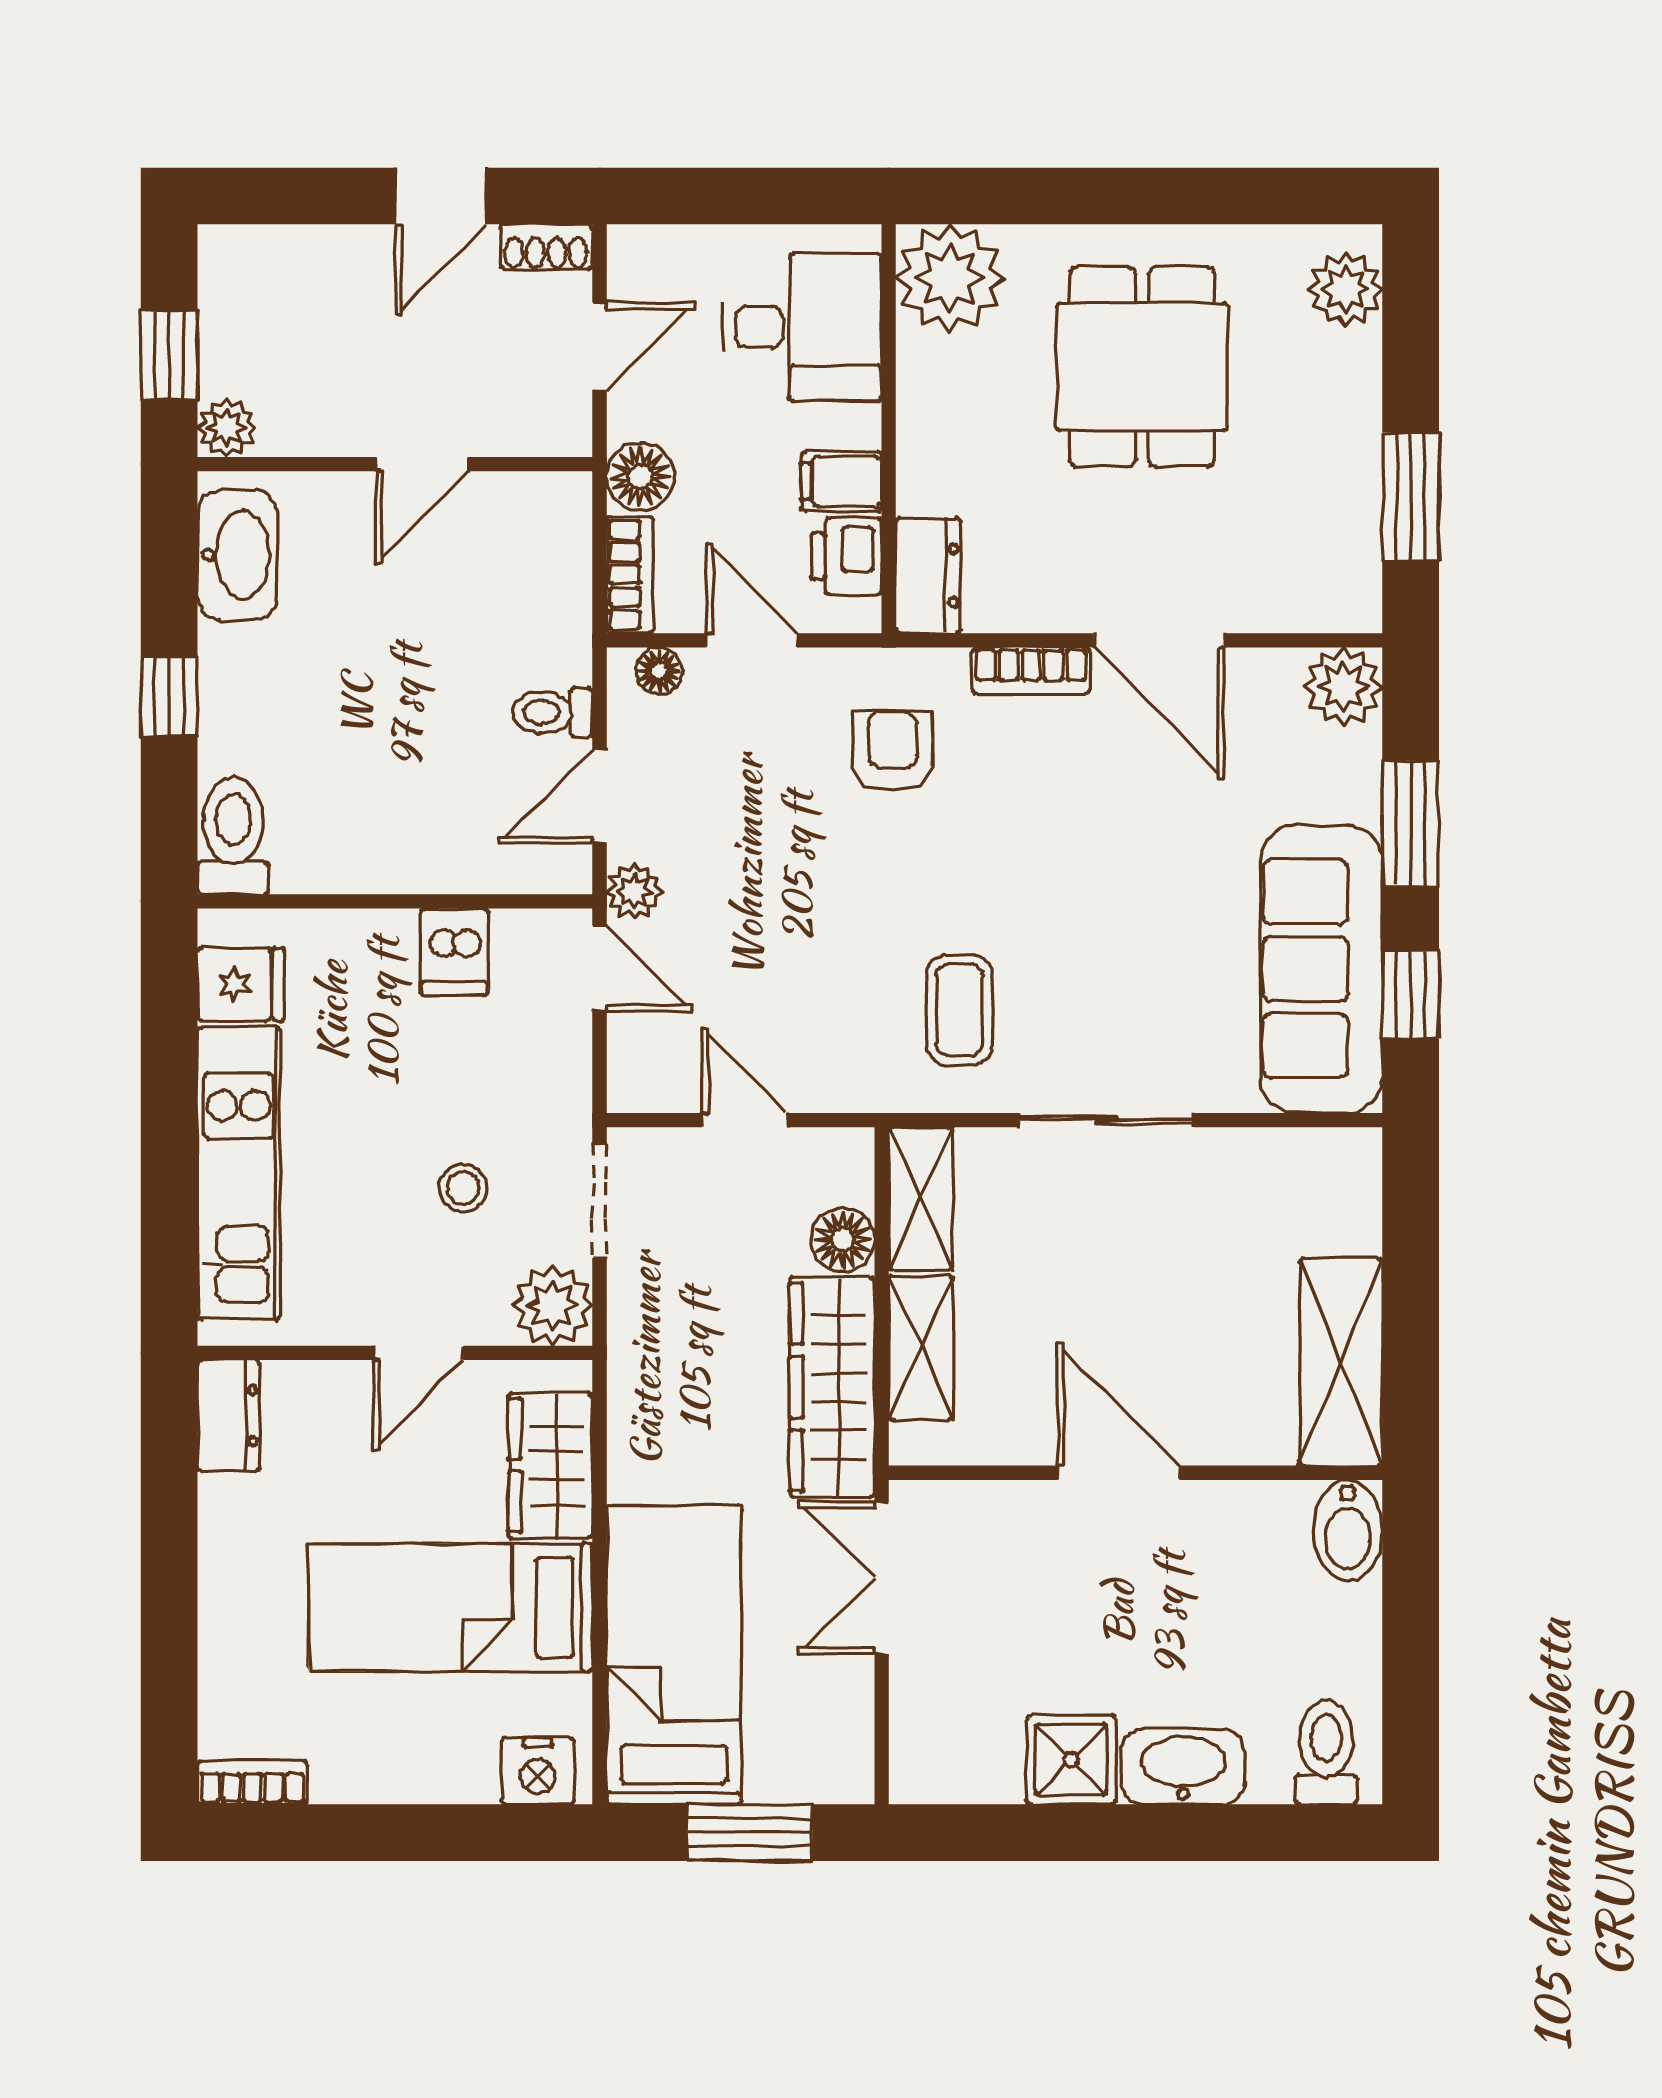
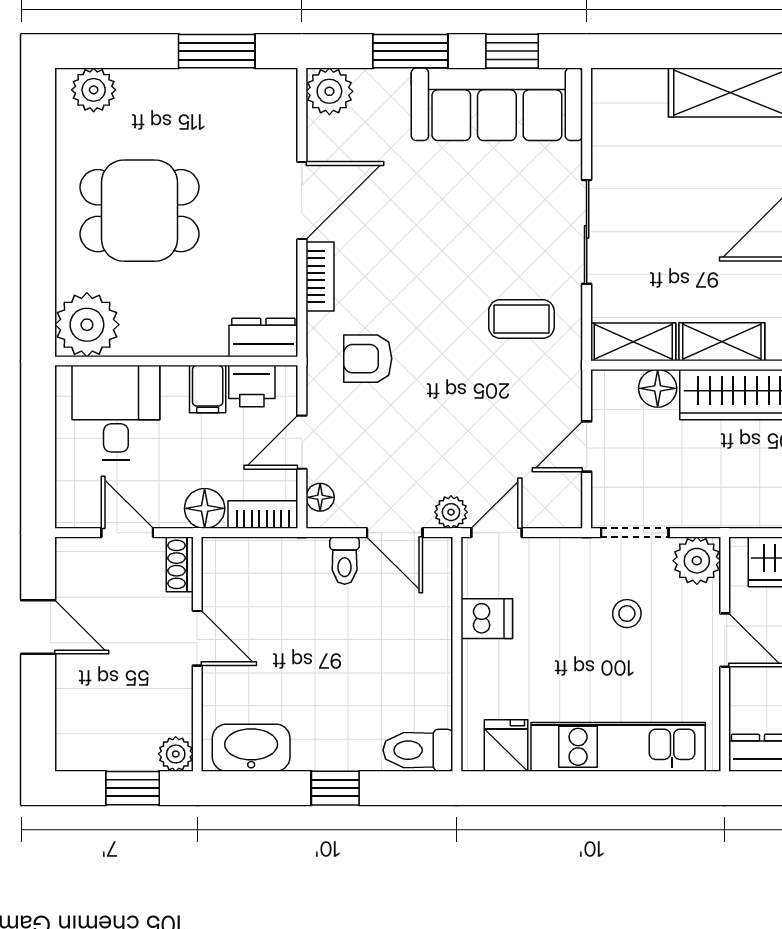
shoe rack: (546, 247) -> (180, 564), moved, turned 180

